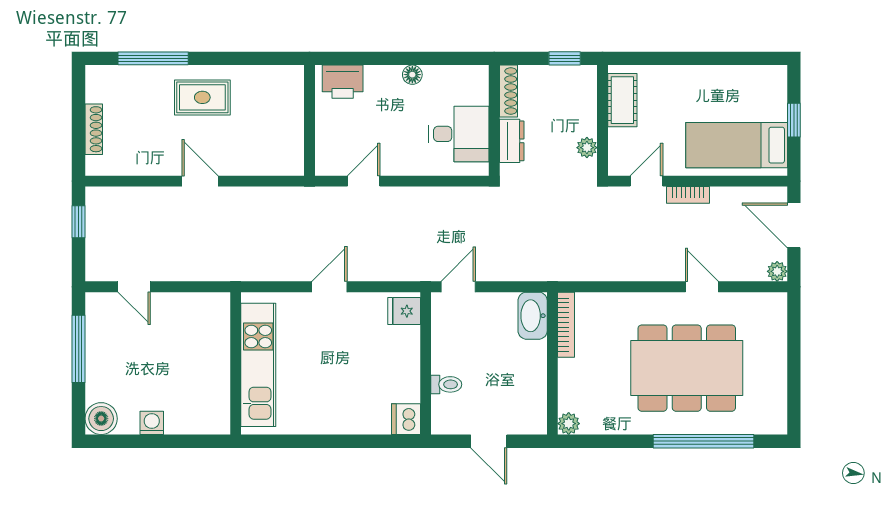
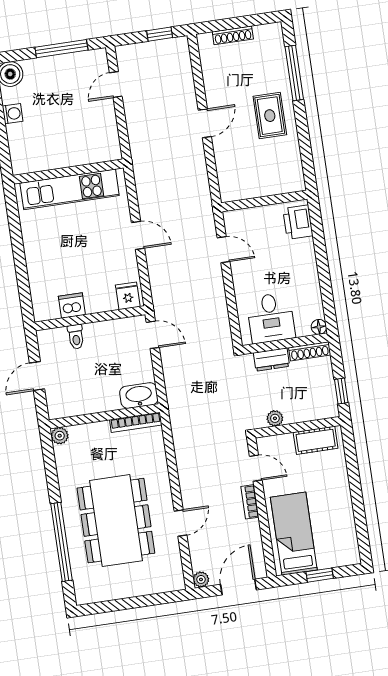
floor lamp: (412, 75) -> (319, 327), moved
dishwasher: (406, 419) -> (72, 305), moved

